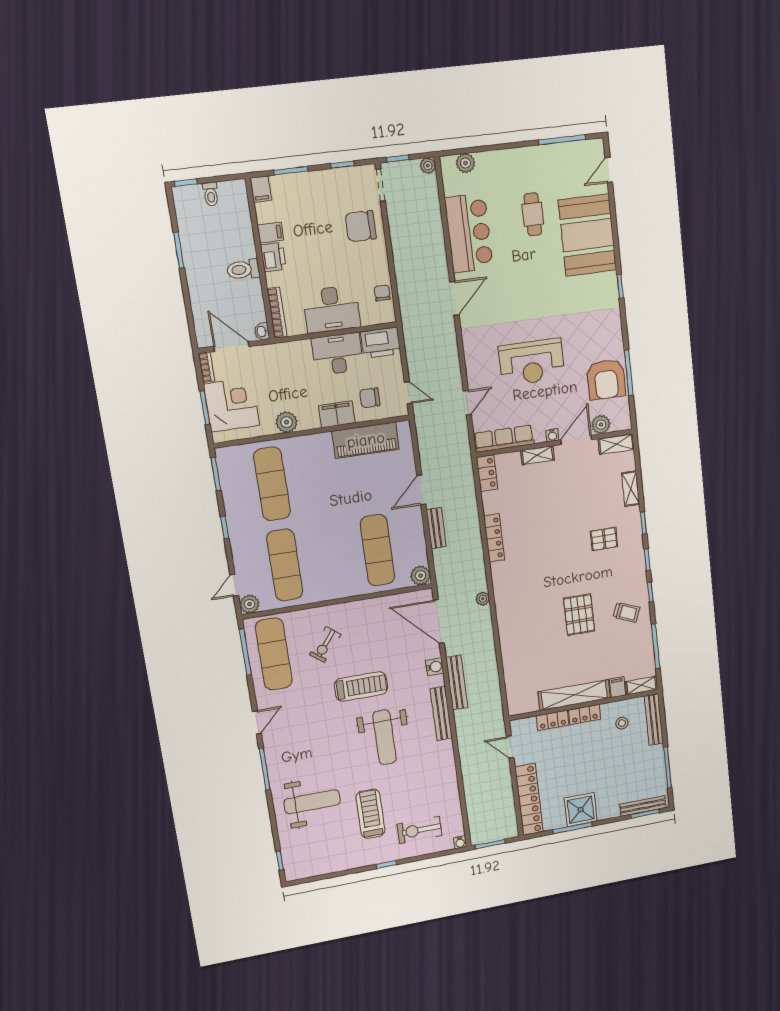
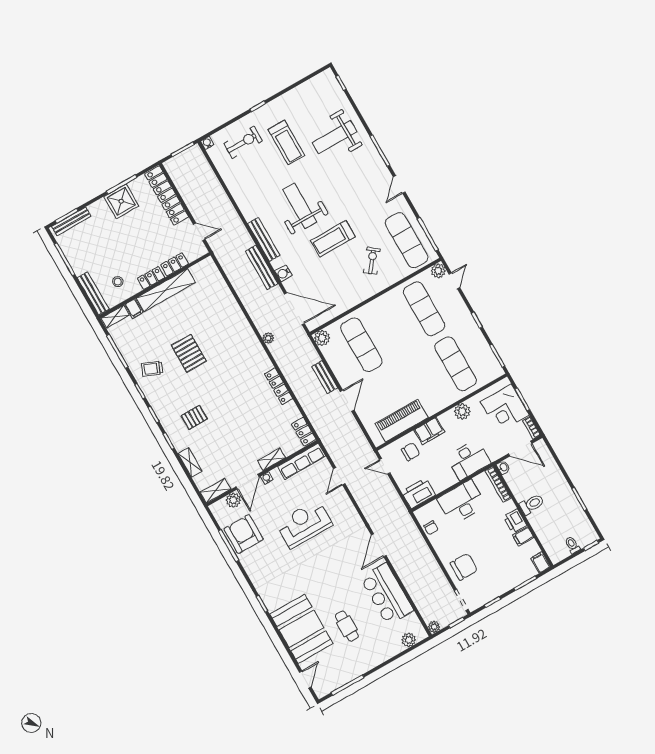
desk: (338, 354) -> (469, 460), moved

